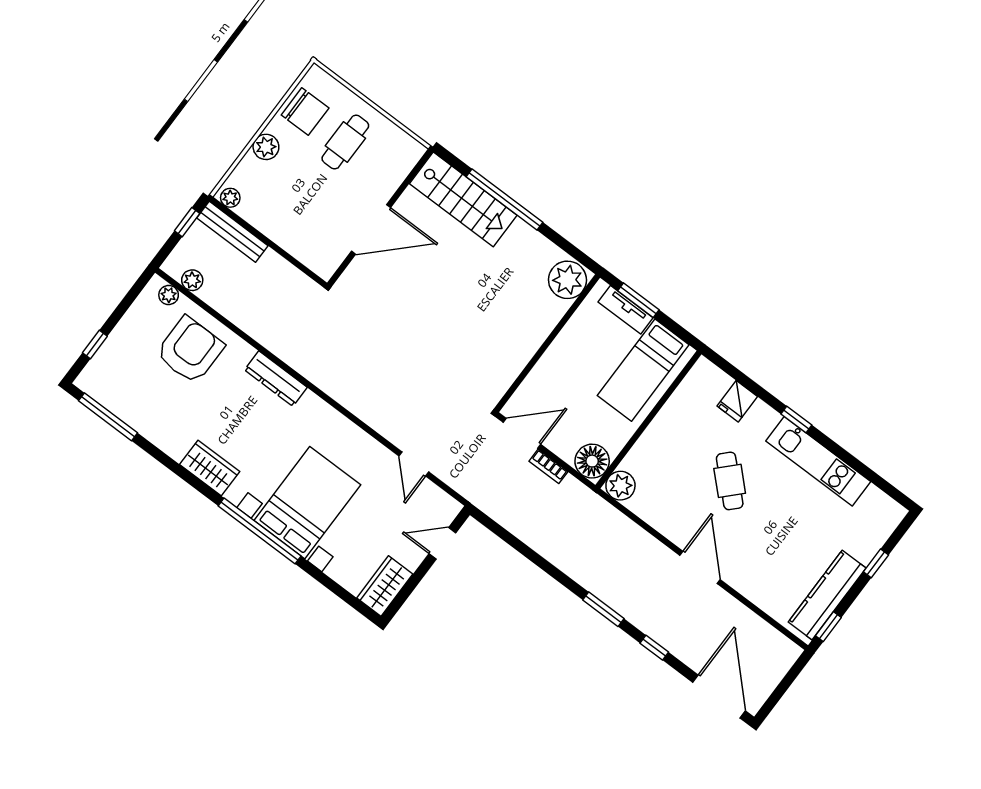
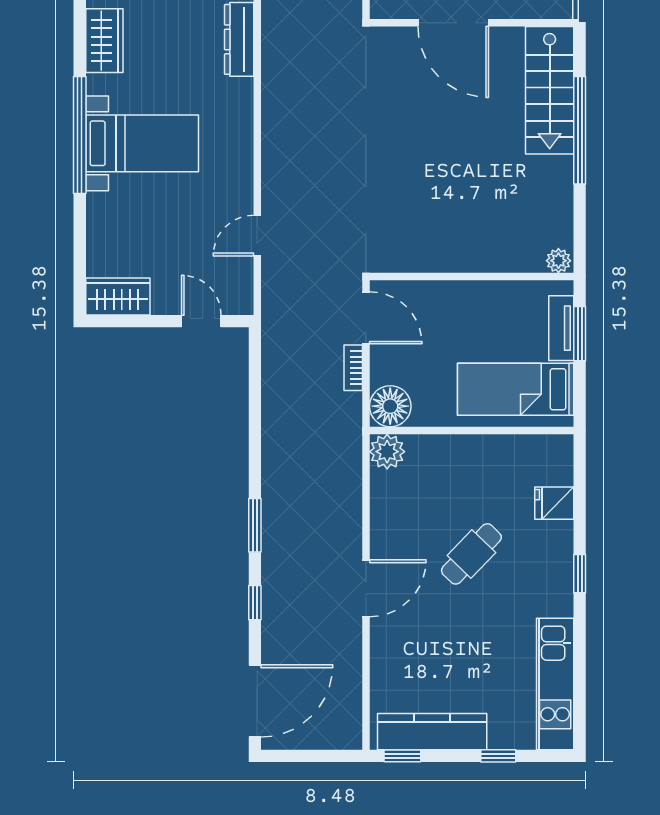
plant: (567, 280) -> (558, 261), width x0.53, depth x0.53
kitchen unit: (818, 461) -> (555, 684), moved
bed with nightstands: (307, 503) -> (142, 143), width x0.73

